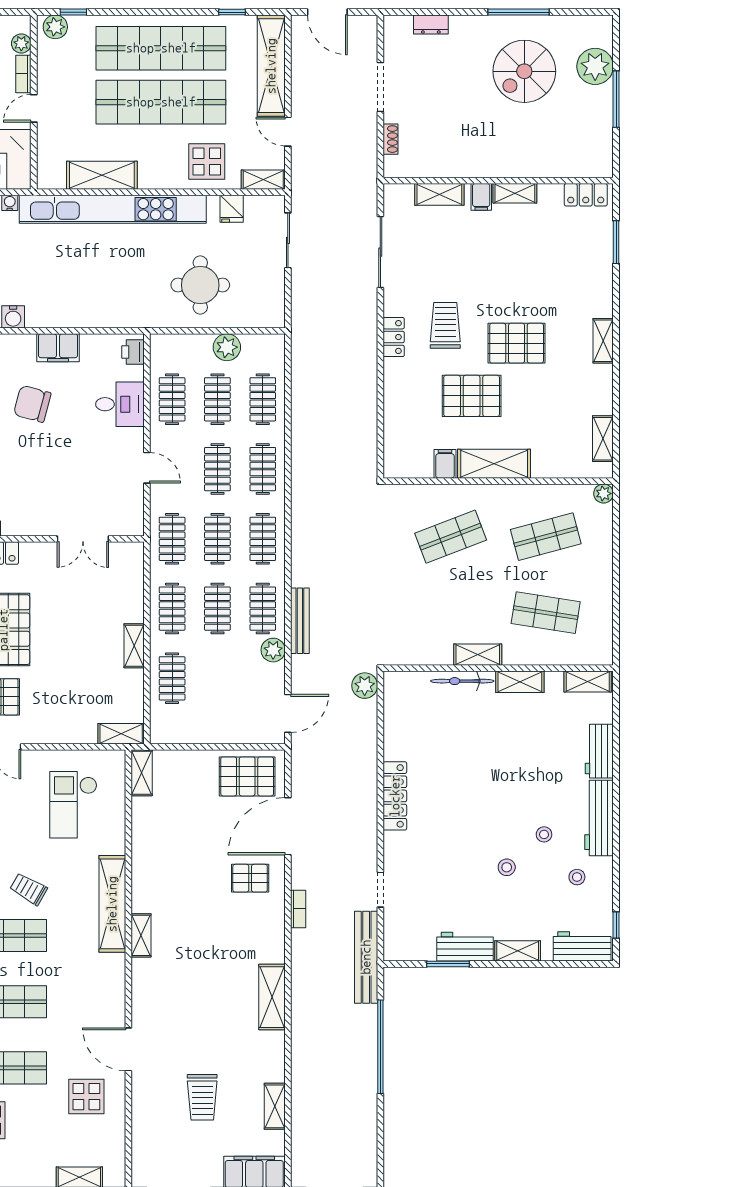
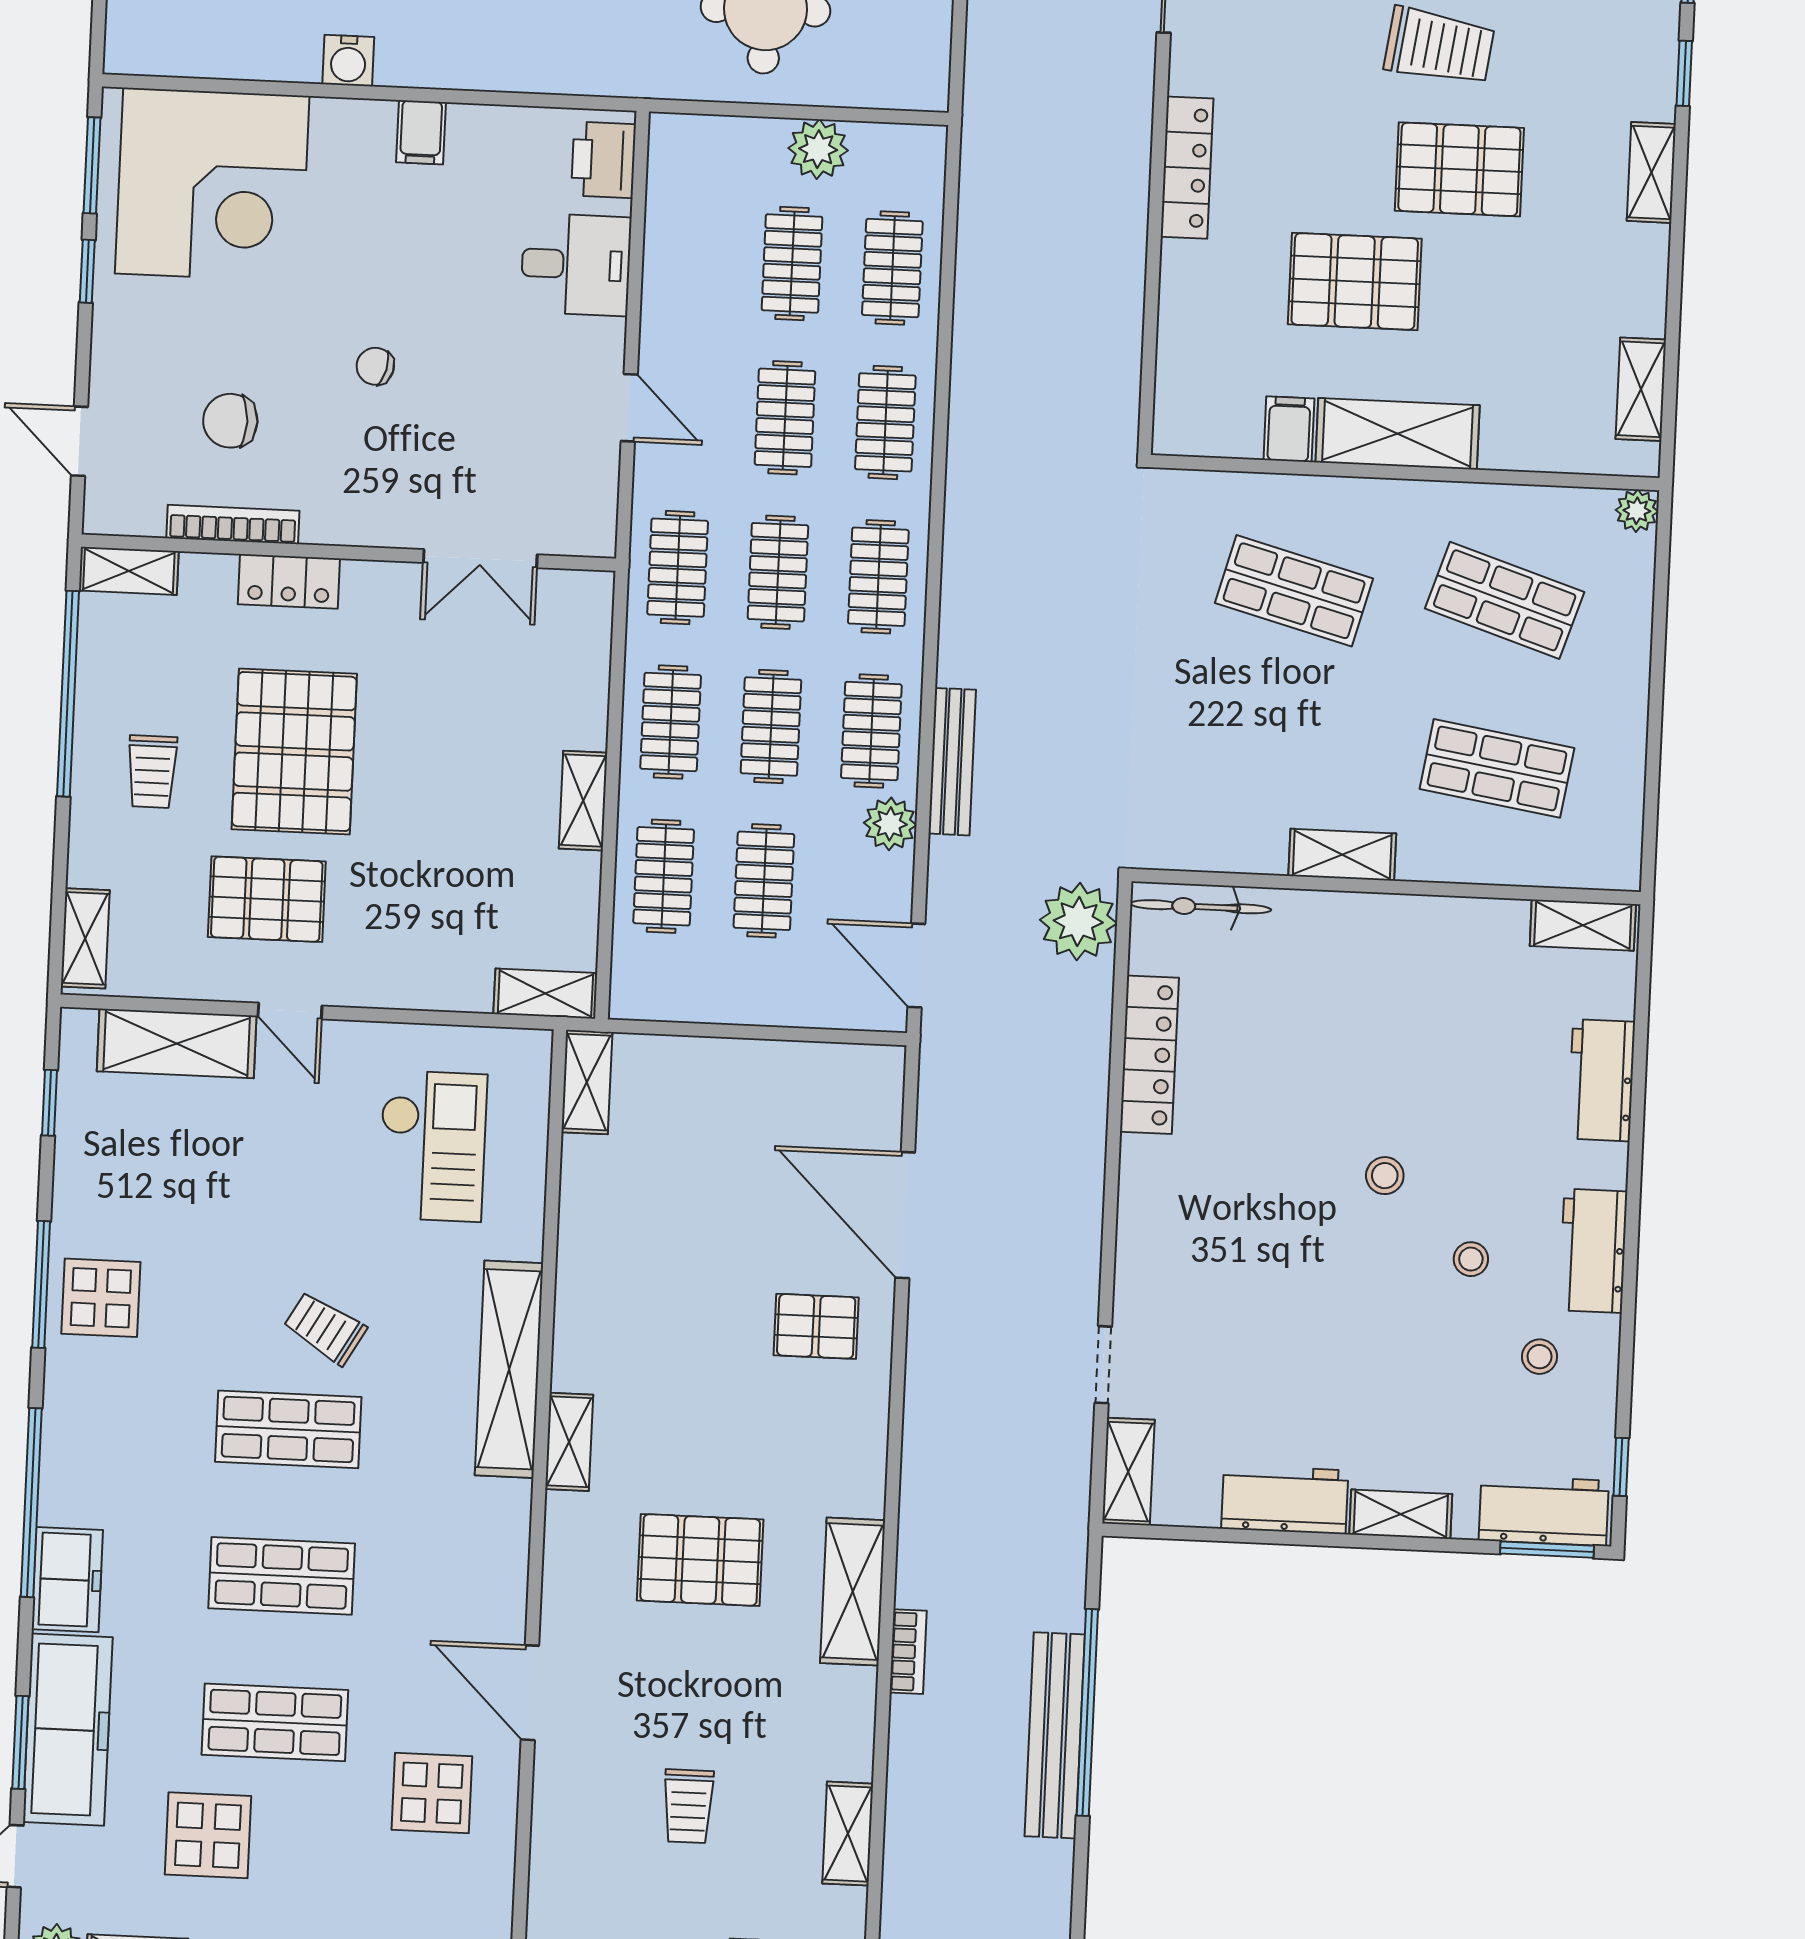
window: (616, 295) -> (1684, 73), added
trolley: (445, 325) -> (1439, 46), moved, turned 98
locker: (394, 337) -> (1187, 168), width x1.53
filing cabinet: (58, 348) -> (421, 132), width x0.50
printer: (133, 352) -> (604, 160), width x1.36, depth x1.24
clothes rail: (172, 399) -> (764, 881), moved
chair: (32, 404) -> (375, 366), moved, width x0.54, depth x0.54
shop shelf: (451, 537) -> (1294, 591), turned 36
shop shelf: (546, 537) -> (1505, 600), turned 33
bicycle: (462, 681) -> (1201, 907), moved
shelving: (520, 682) -> (1128, 1472), moved, turned 90
plant: (365, 686) -> (1078, 922), width x1.36, depth x1.36
door: (288, 713) -> (916, 965), swing flipped
pallet: (247, 776) -> (700, 1560), moved
locker: (395, 796) -> (1149, 1055), moved
checkout: (73, 805) -> (432, 1146), turned 180
workbench: (599, 818) -> (1593, 1251), width x0.73
door: (288, 826) -> (905, 1215), hinge flipped
stool: (507, 867) -> (1385, 1176), moved
bookcase: (298, 909) -> (908, 1652), moved
bench: (366, 957) -> (1055, 1735), moved
window: (448, 964) -> (1547, 1550), moved
trolley: (202, 1097) -> (688, 1806), width x0.73, depth x0.72

